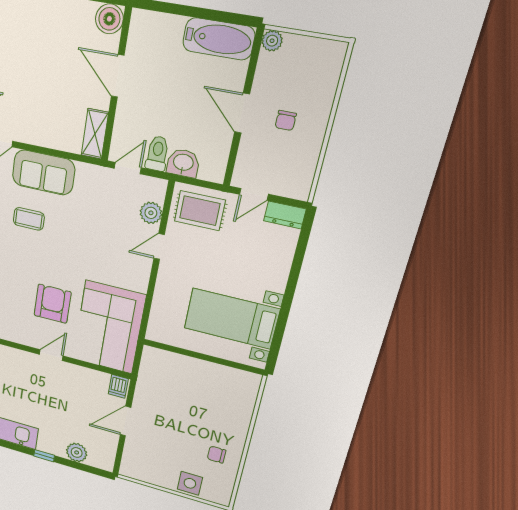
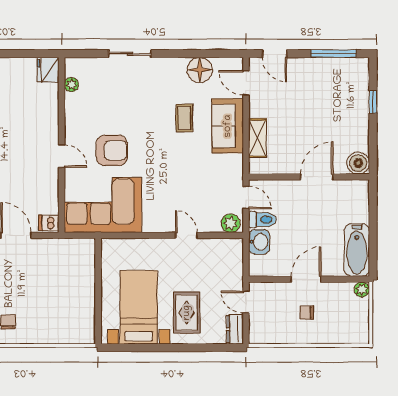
shelving: (95, 134) -> (258, 138), moved, turned 90
rug: (200, 211) -> (187, 313), moved
plant: (151, 213) -> (231, 223), moved

